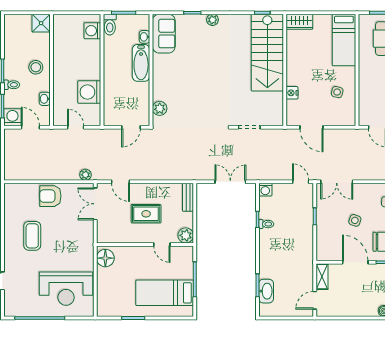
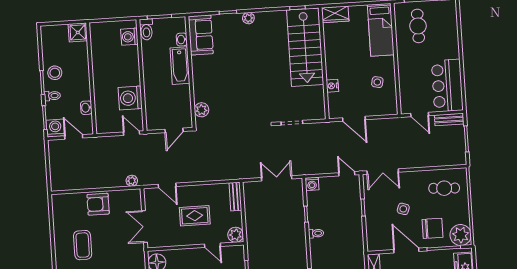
stool: (36, 67) -> (55, 73), moved
door: (76, 127) -> (132, 133), moved
double door: (95, 204) -> (144, 227), moved
toilet: (266, 224) -> (316, 233), moved

